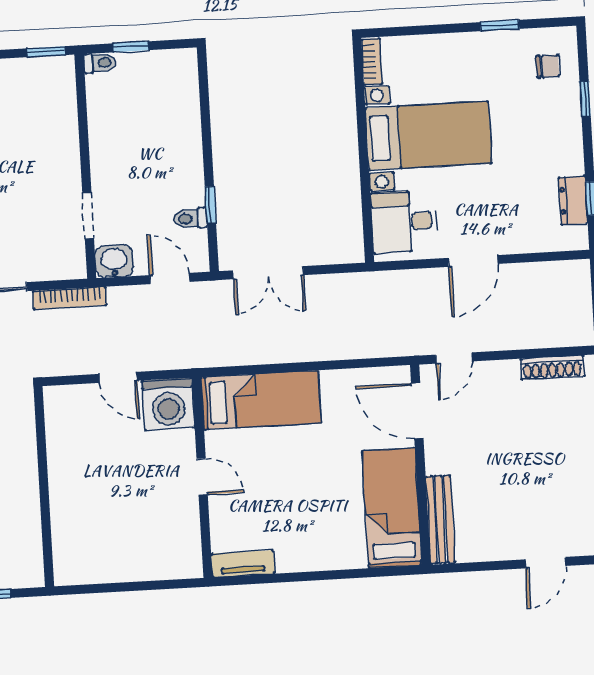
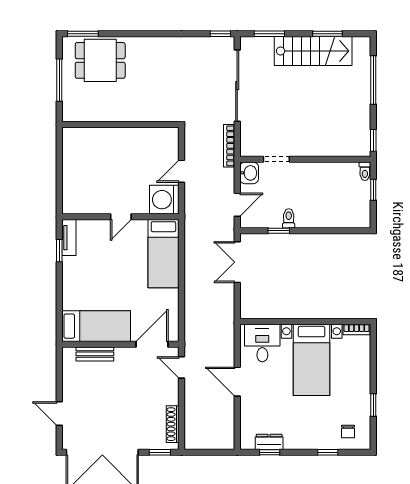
toilet: (190, 218) -> (289, 218), moved
bench: (440, 519) -> (95, 354), width x0.73
window: (266, 579) -> (59, 251), added

